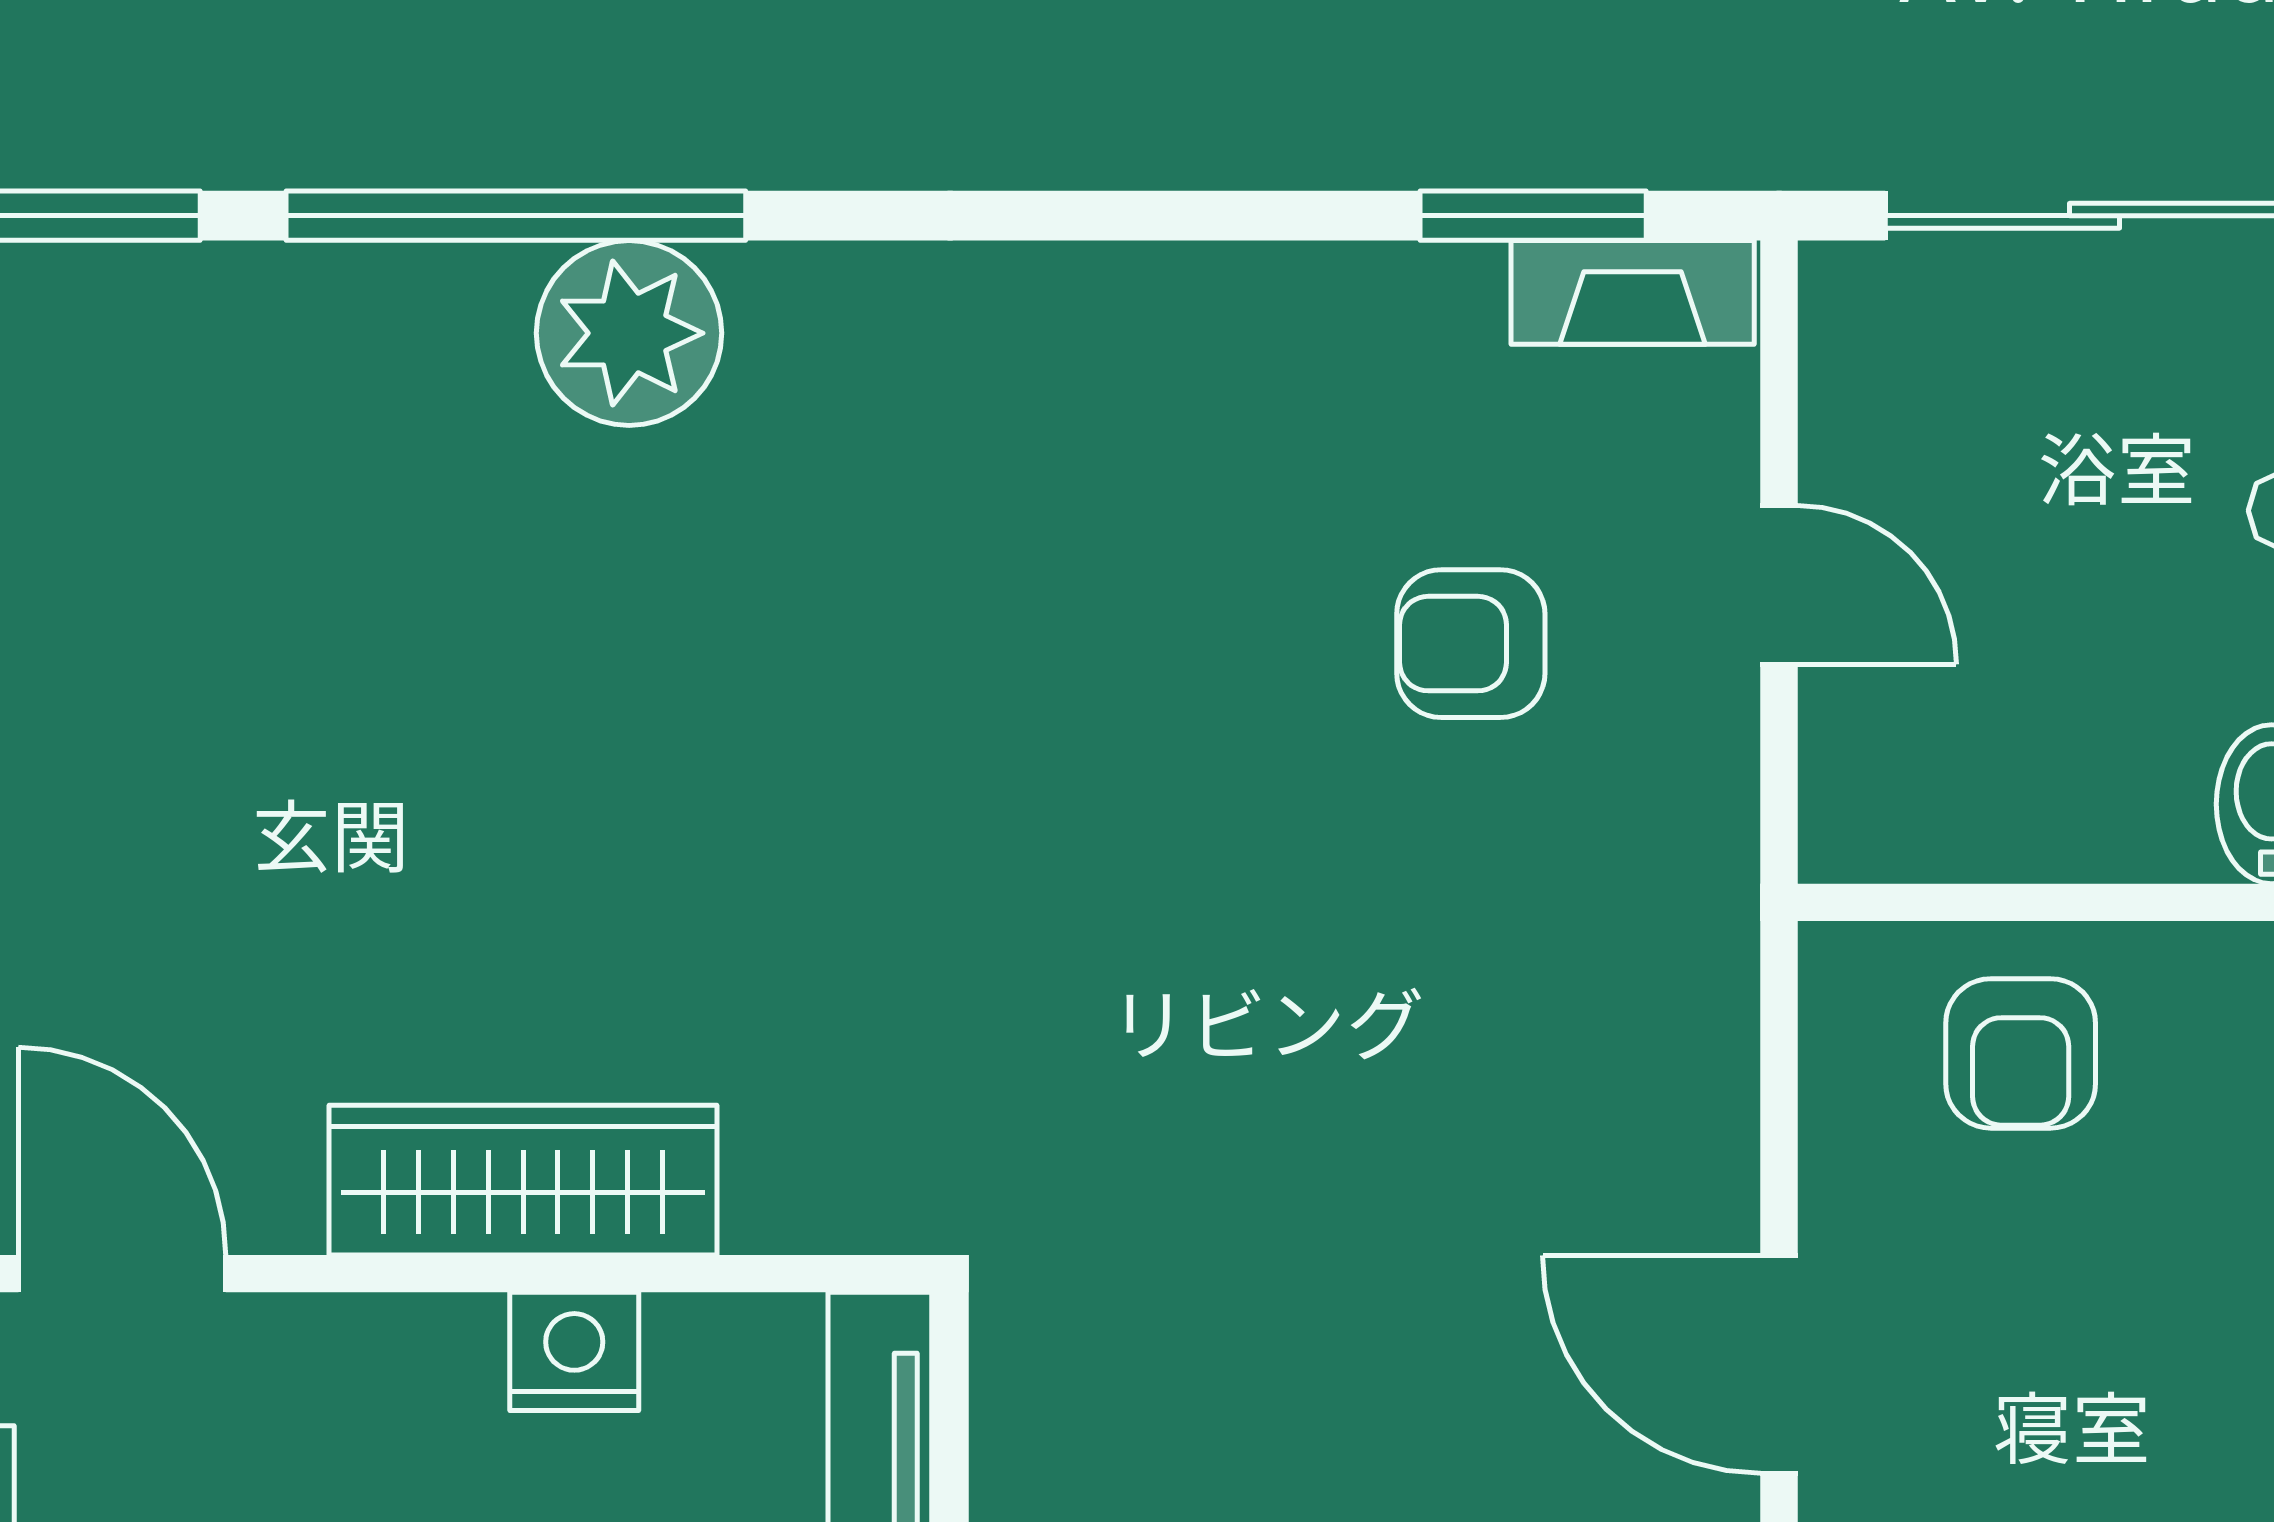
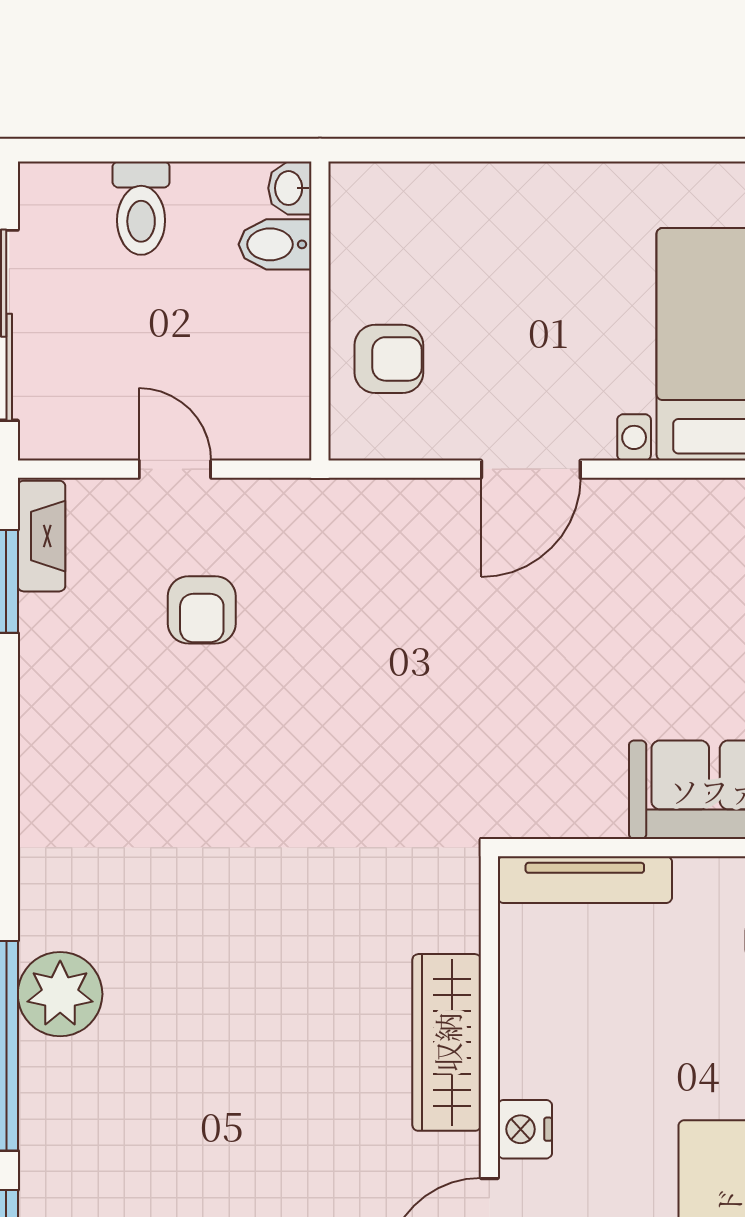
door: (1779, 585) -> (175, 469), hinge flipped
nightstand: (574, 1351) -> (525, 1129), moved

